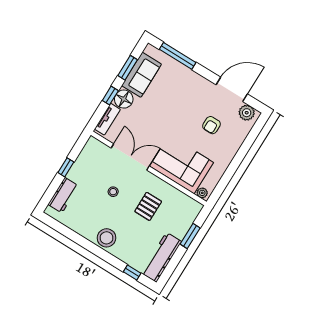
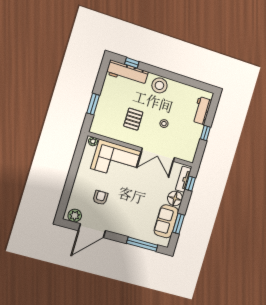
window: (110, 96) -> (190, 184), moved
workbench: (161, 257) -> (127, 73), moved, turned 90

